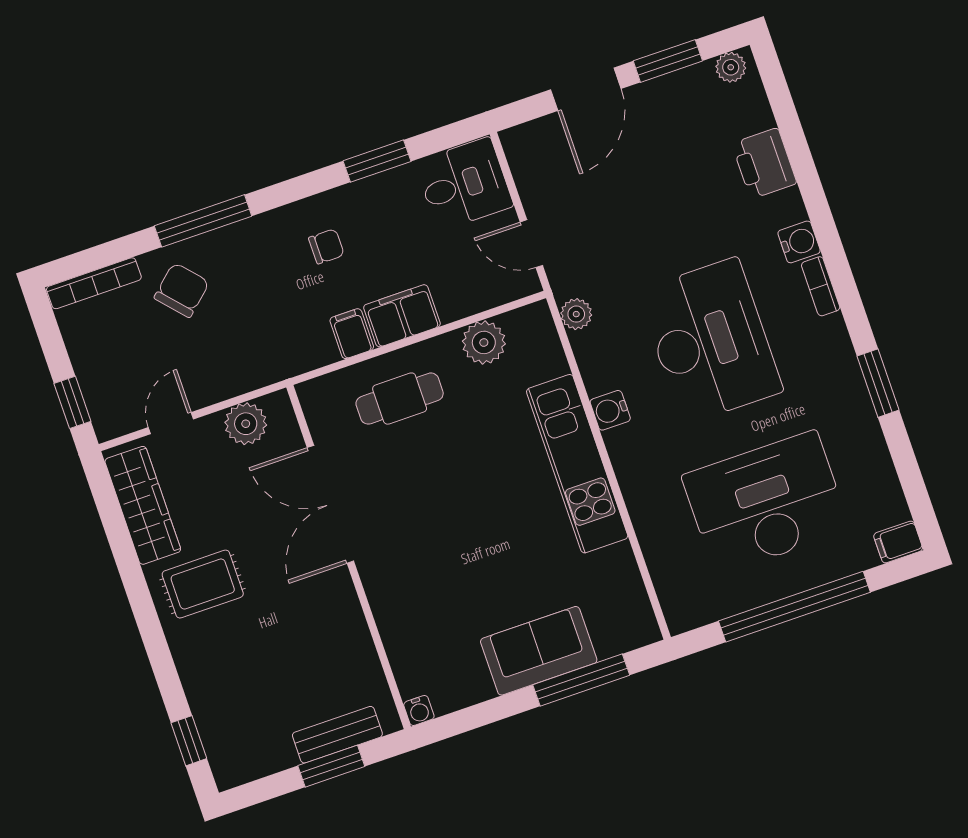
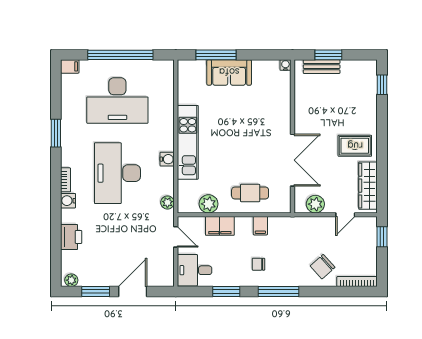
window: (203, 221) -> (278, 291), moved
filing cabinet: (402, 316) -> (220, 226), moved

